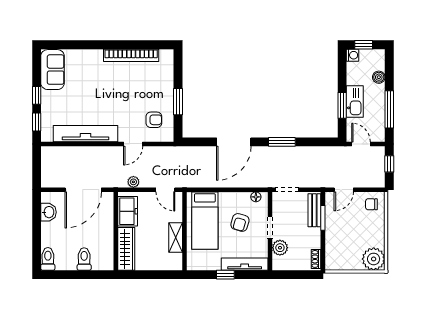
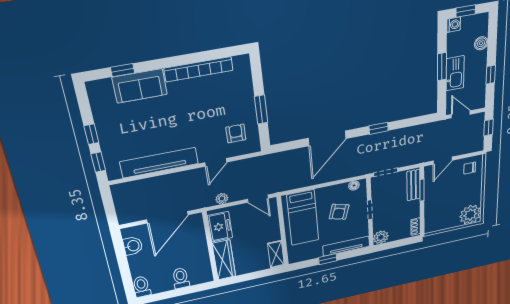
window: (72, 45) -> (123, 70), added
sofa: (53, 70) -> (140, 86), moved, turned 90
window: (342, 105) -> (442, 67), moved
window: (389, 109) -> (491, 75), width x0.46
armchair: (154, 120) -> (236, 133), turned -90
window: (282, 142) -> (379, 128), width x0.67
shelving: (176, 237) -> (276, 254), moved
plant: (280, 248) -> (381, 237), moved

